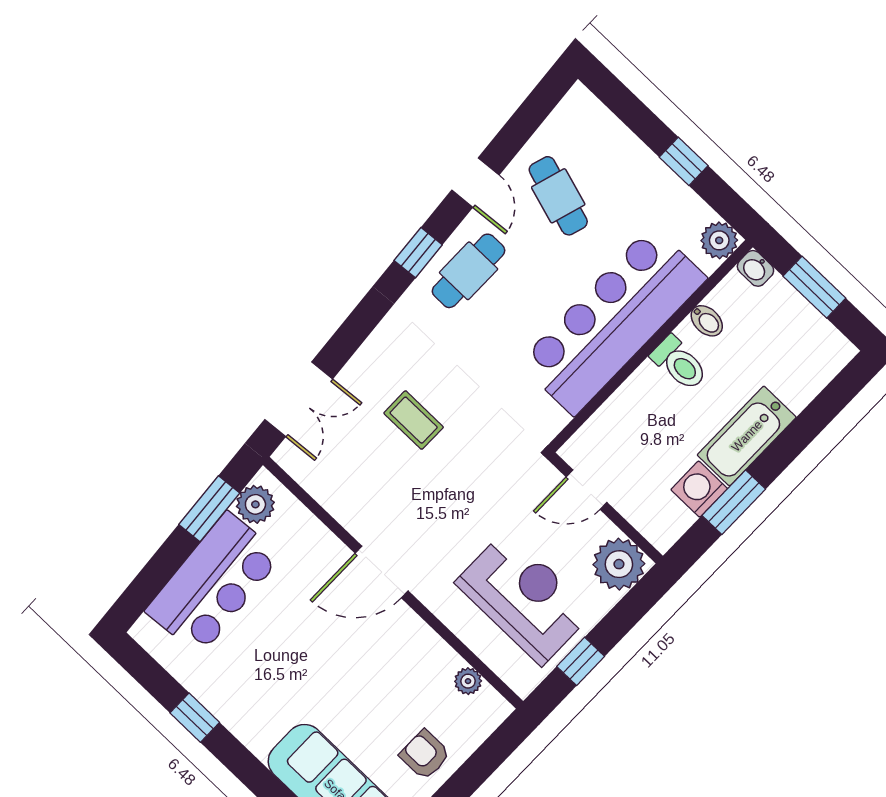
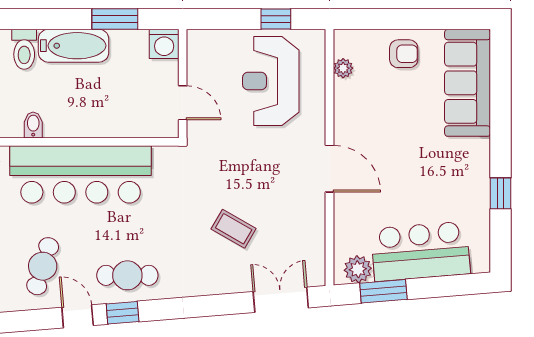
door: (475, 183) -> (78, 316), hinge flipped
window: (418, 253) -> (123, 313), moved
toilet: (679, 363) -> (24, 49), moved, turned 180
coffee table: (414, 420) -> (234, 229), turned -60
washing machine: (699, 489) -> (164, 44), moved
plant: (619, 564) -> (205, 48), removed
armchair: (425, 755) -> (404, 54), turned -90

